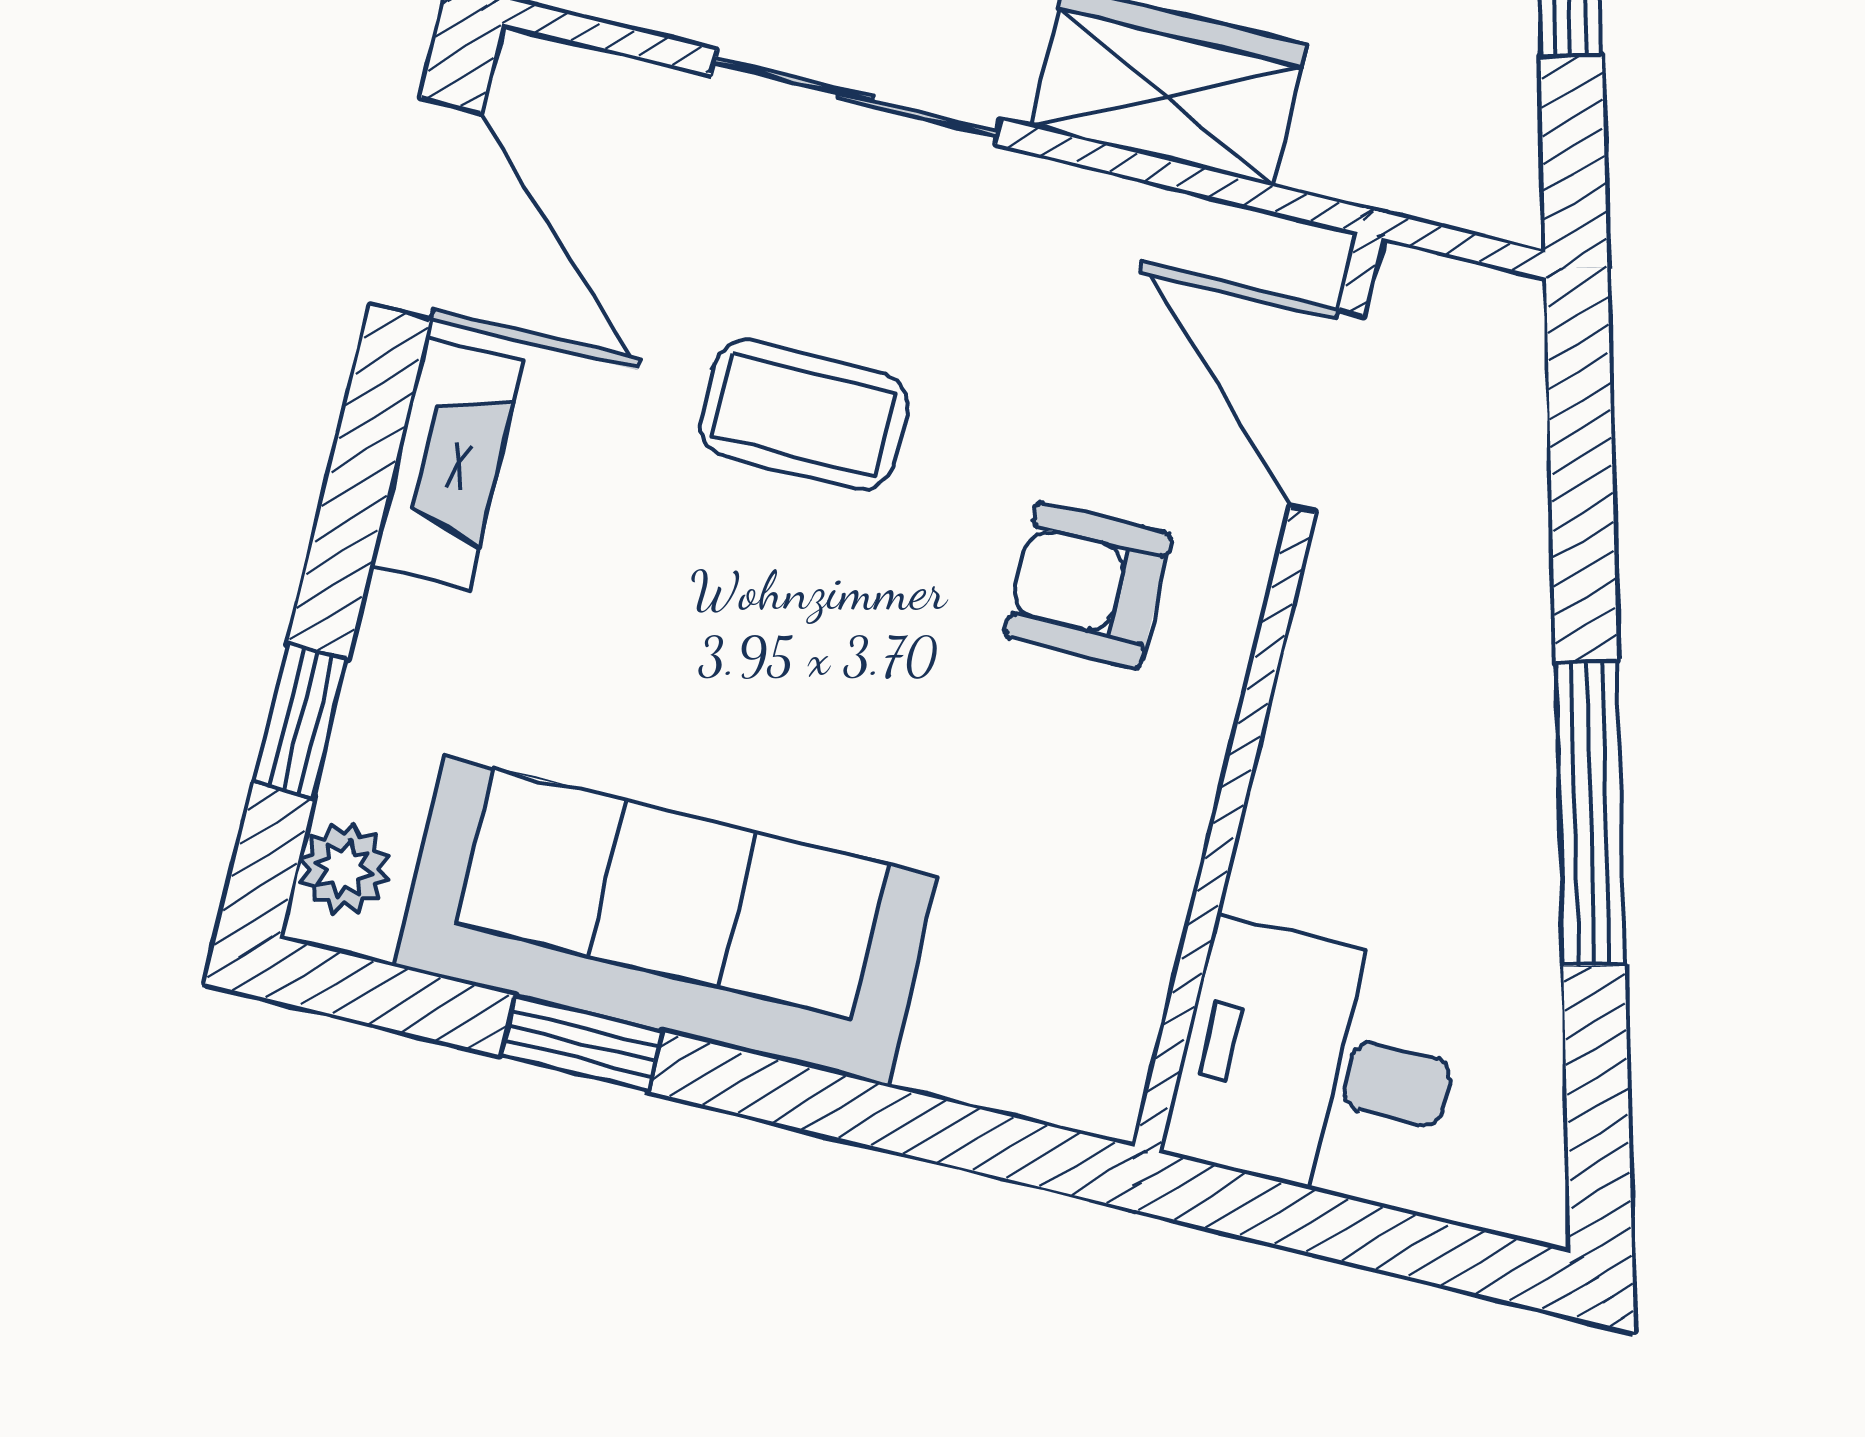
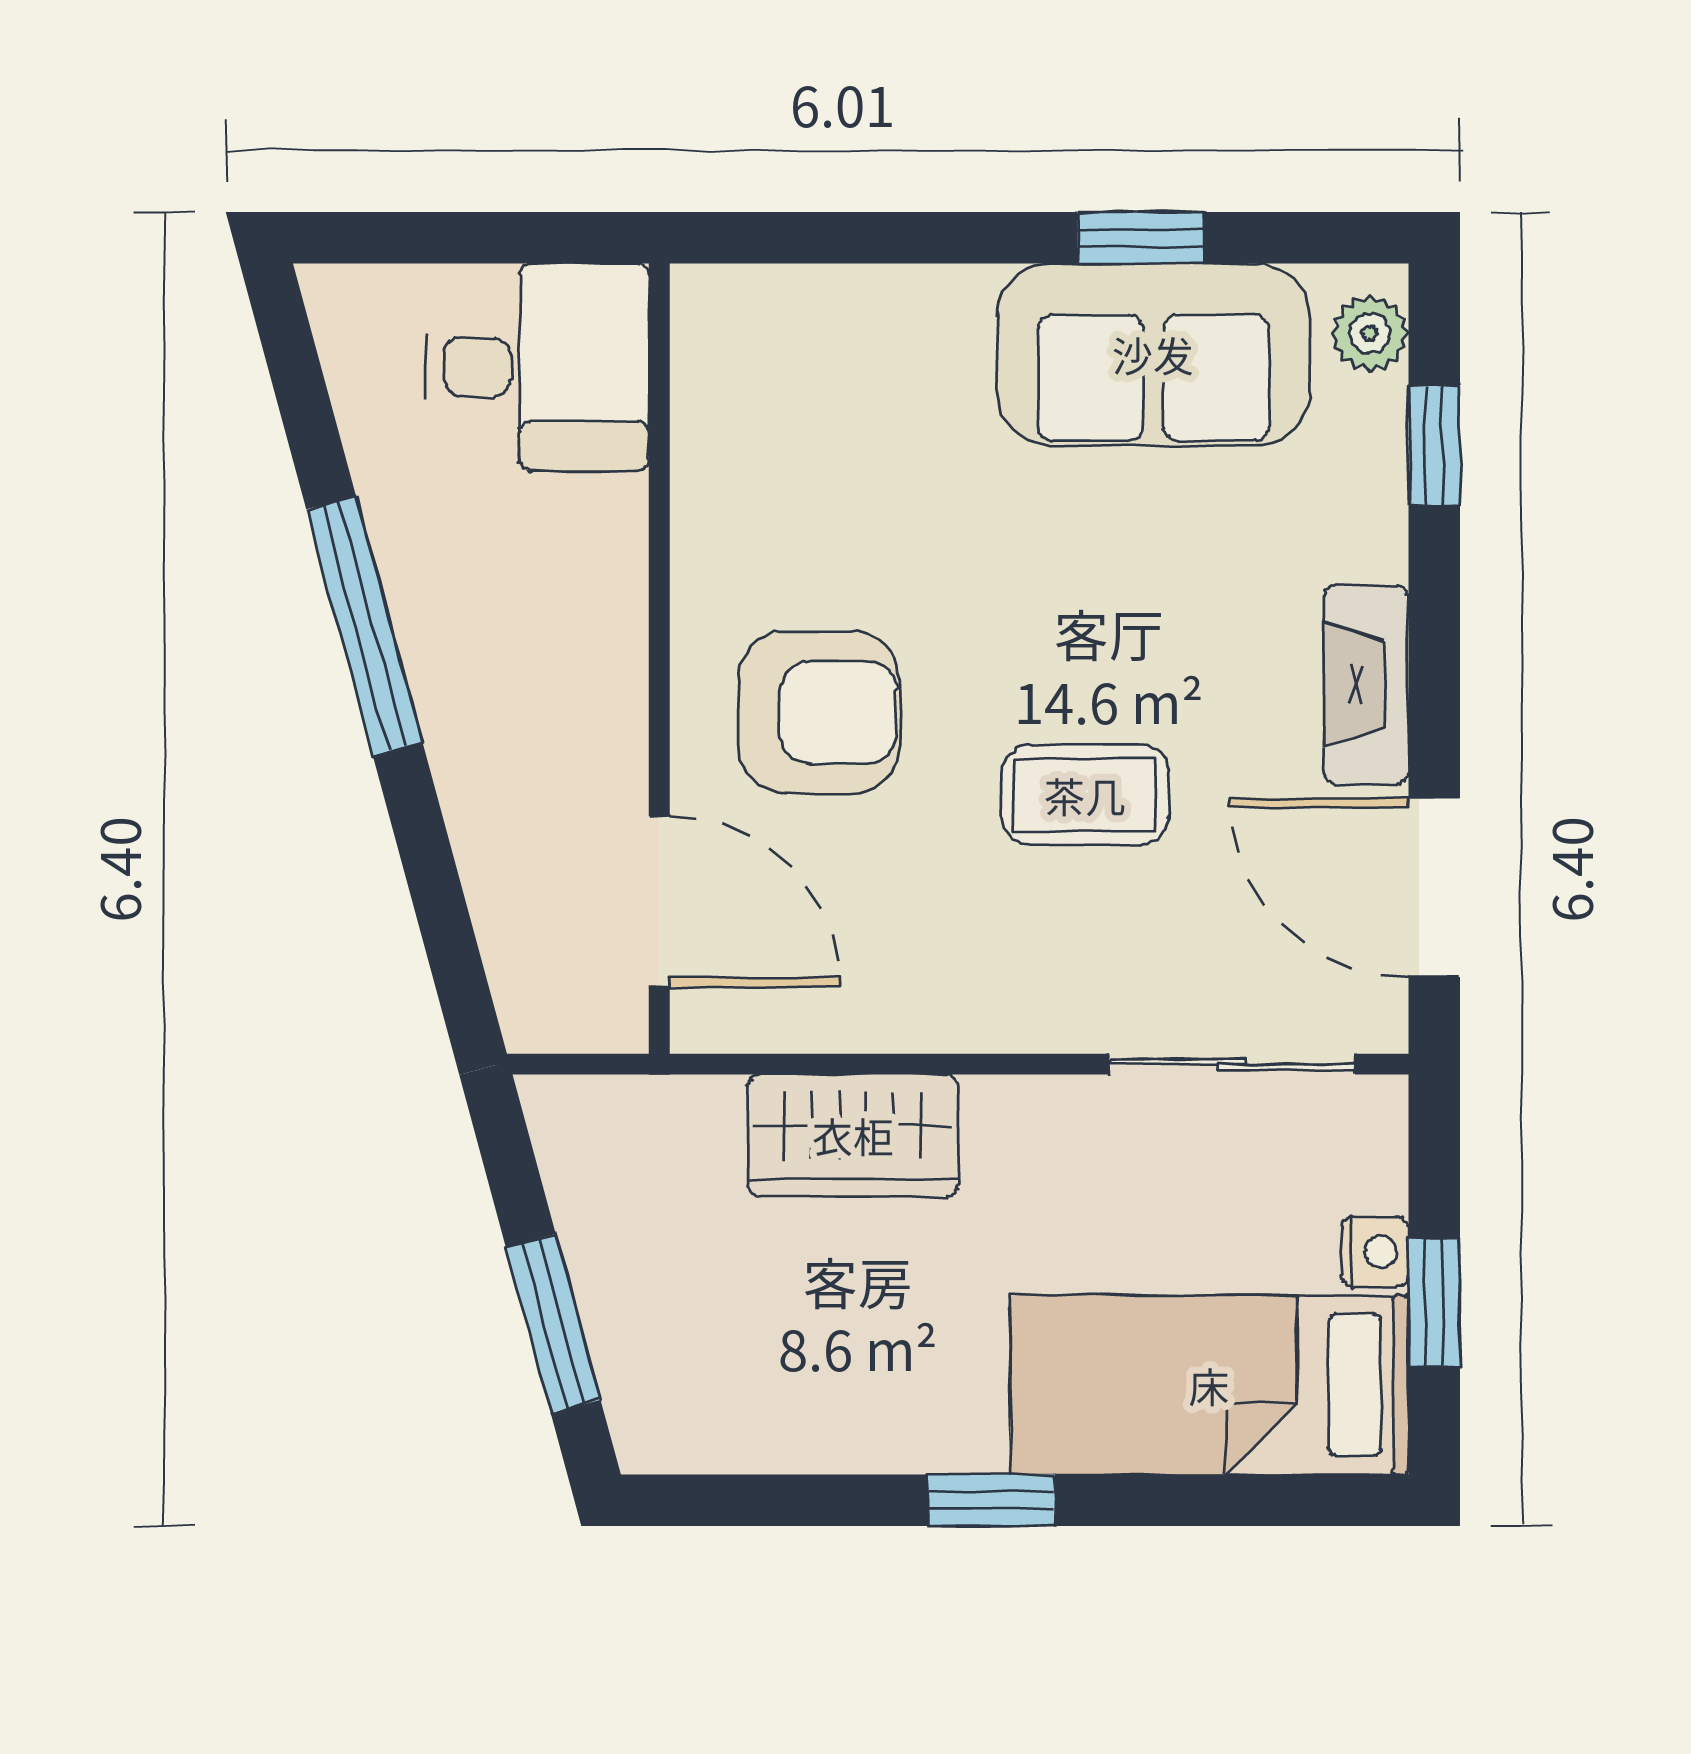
sliding door: (856, 97) -> (1232, 1064), moved
armchair: (1088, 585) -> (819, 712), width x1.38, depth x1.38
sofa: (666, 921) -> (1153, 354), width x0.73

